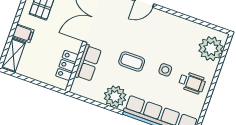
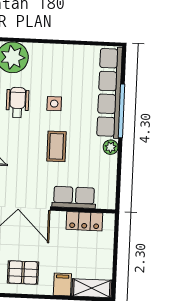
wheelchair: (192, 83) -> (18, 102), moved
plant: (115, 97) -> (111, 147), width x0.53, depth x0.53

